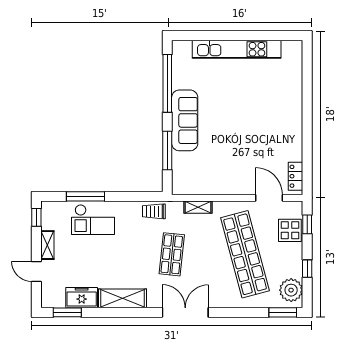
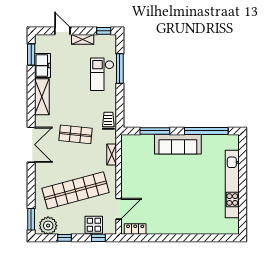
door: (36, 271) -> (62, 31), hinge flipped

